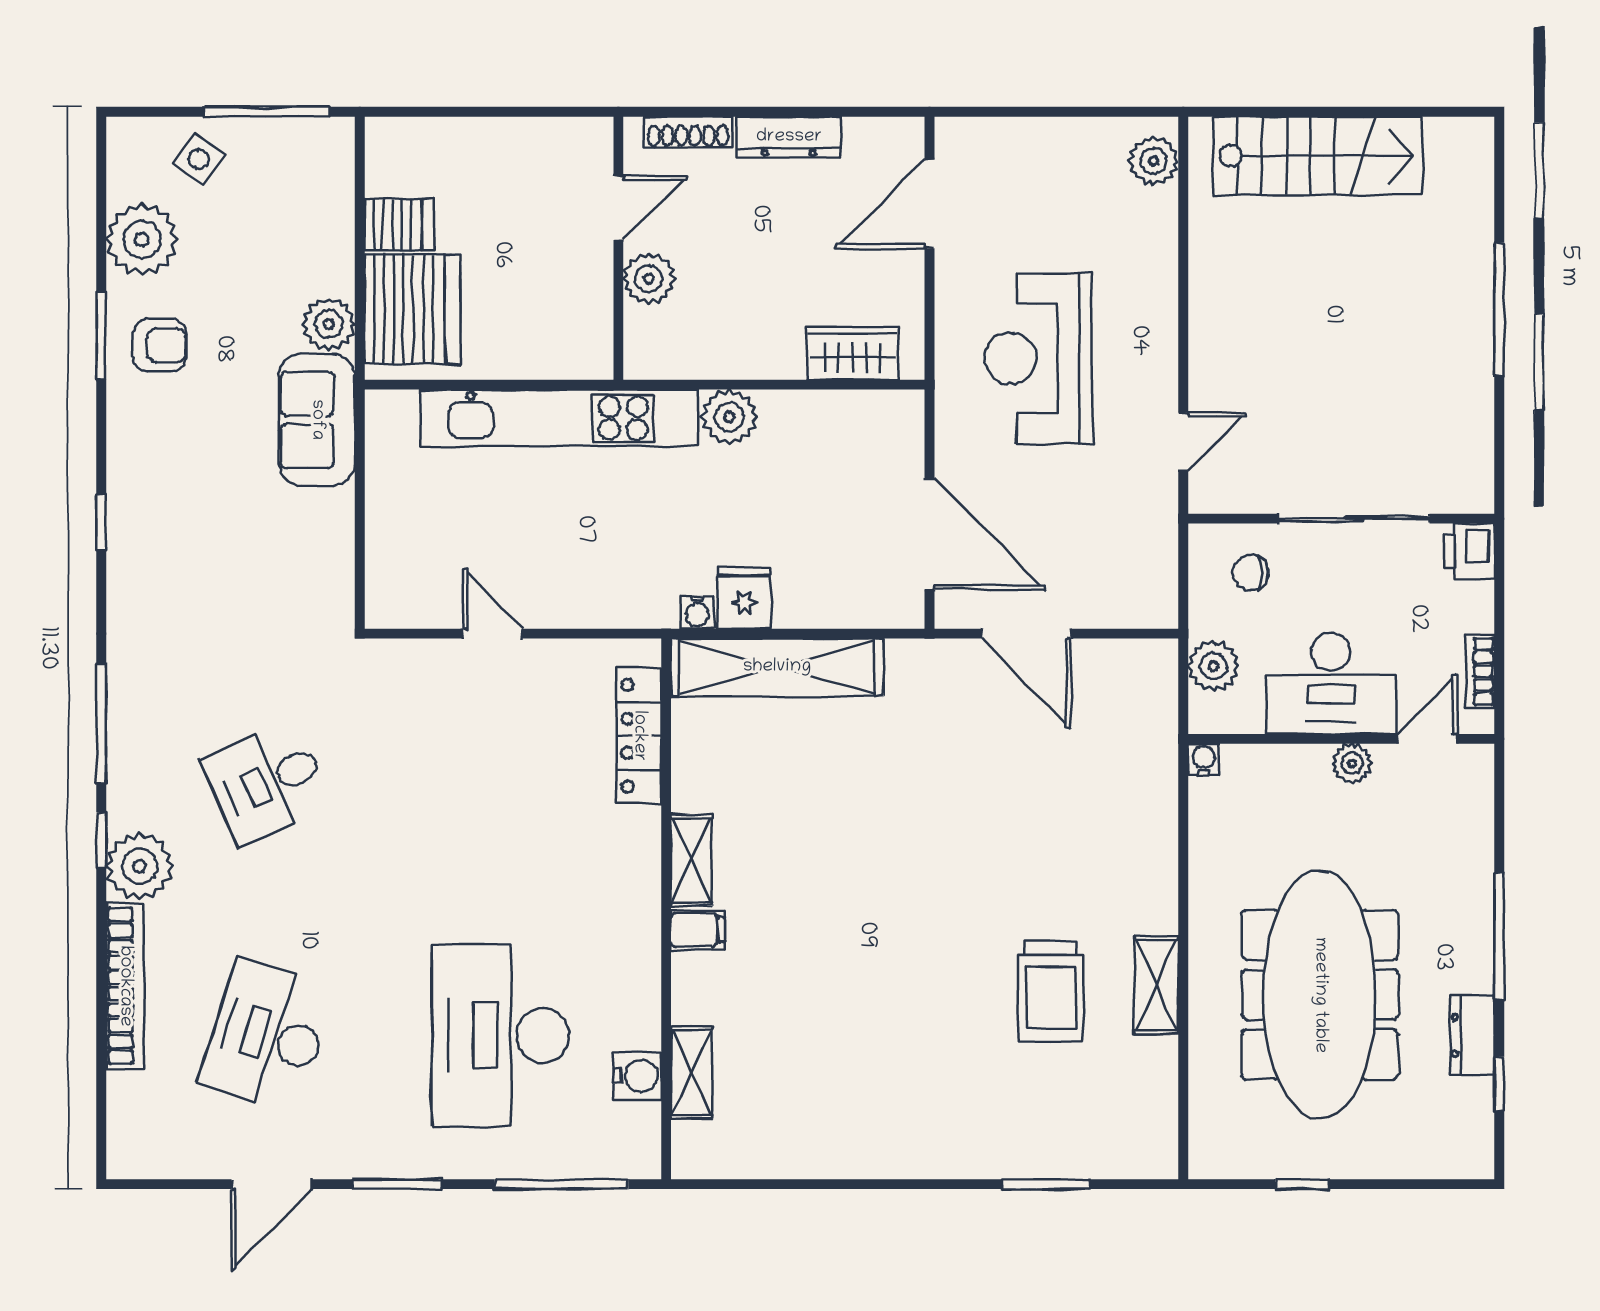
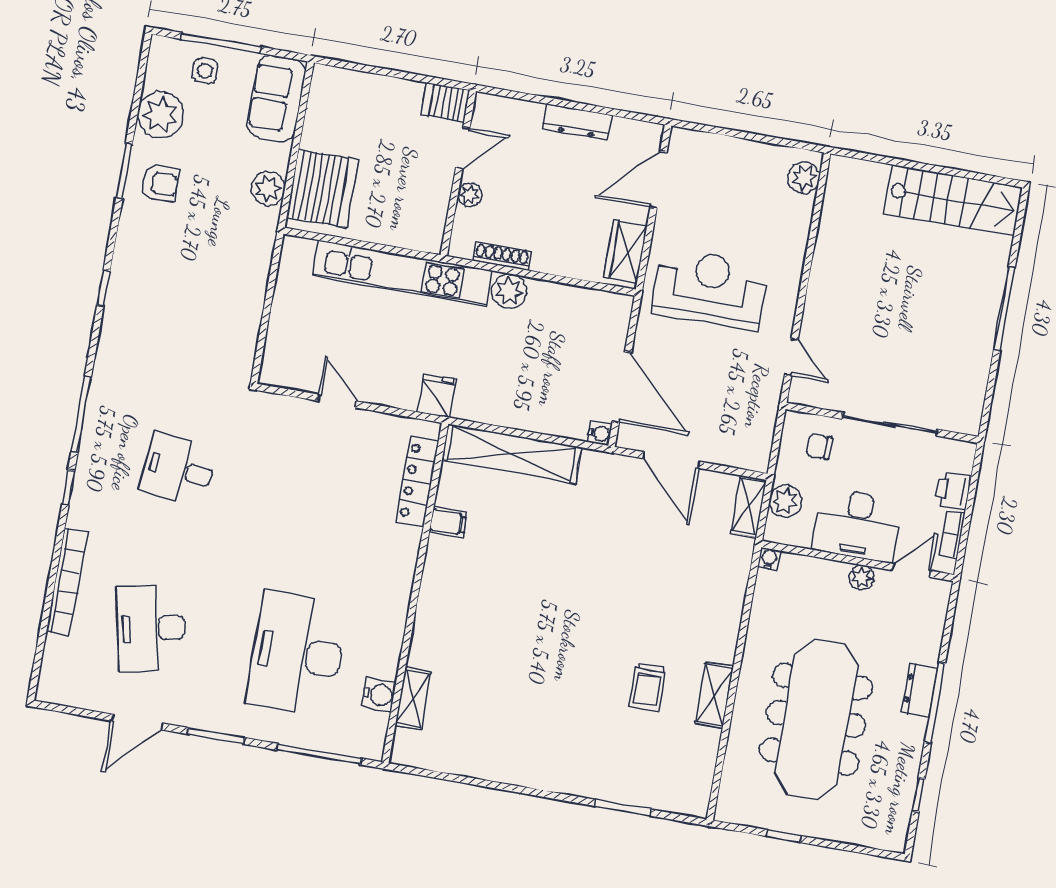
window: (266, 112) -> (221, 43), moved
shoe rack: (688, 132) -> (502, 256), moved, turned 180
stairs: (1318, 156) -> (953, 201), moved
side table: (199, 159) -> (205, 71), turned -35
server rack: (399, 225) -> (445, 102), moved, turned 180
plant: (649, 279) -> (470, 195), width x0.73, depth x0.73
wardrobe: (853, 353) -> (625, 252), moved, turned -90
reception desk: (1038, 358) -> (710, 289), turned 90
sofa: (317, 420) -> (276, 98), moved
door: (1183, 442) -> (791, 357), hinge flipped
printer: (1470, 551) -> (953, 491), moved
fridge: (744, 598) -> (437, 395), moved
water cooler: (698, 612) -> (600, 434), moved, turned -90
desk: (267, 783) -> (179, 470), turned 30
shelving: (692, 860) -> (749, 506), moved
plant: (139, 866) -> (89, 508), removed
filing cabinet: (698, 930) -> (448, 522), moved
trolley: (1051, 991) -> (648, 687), width x0.73, depth x0.72
desk: (267, 1035) -> (151, 628), turned -30
dresser: (1472, 1035) -> (920, 690), moved

